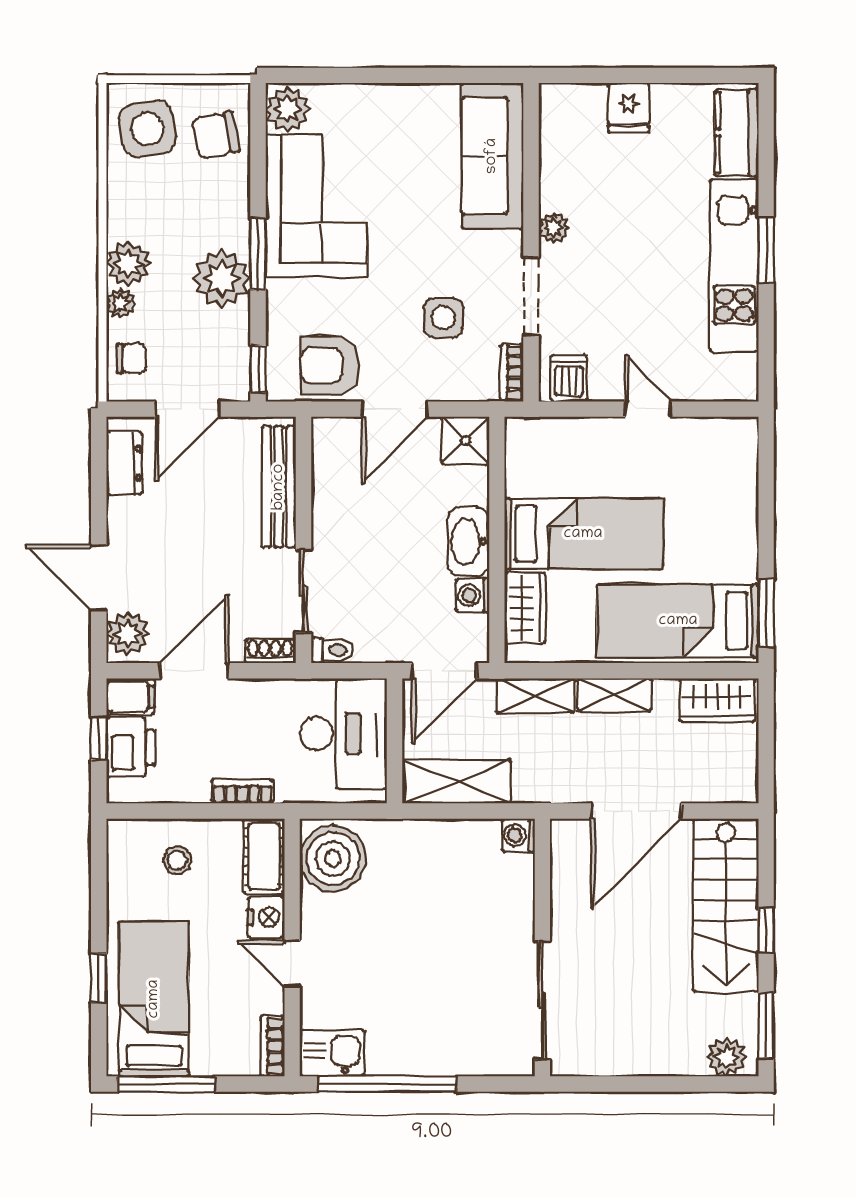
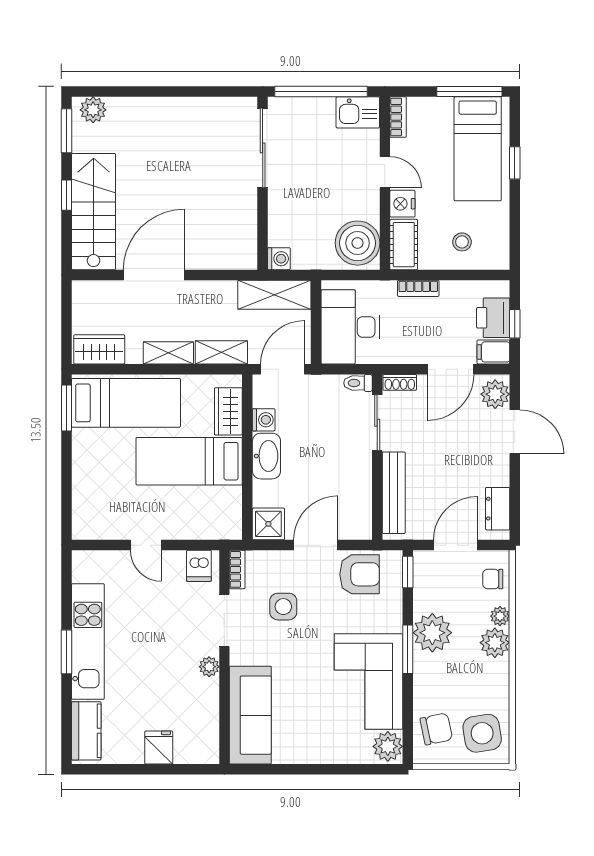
washing machine: (518, 835) -> (279, 259), moved
wall: (542, 948) -> (263, 183), moved
sliding door: (542, 1000) -> (263, 148), moved

